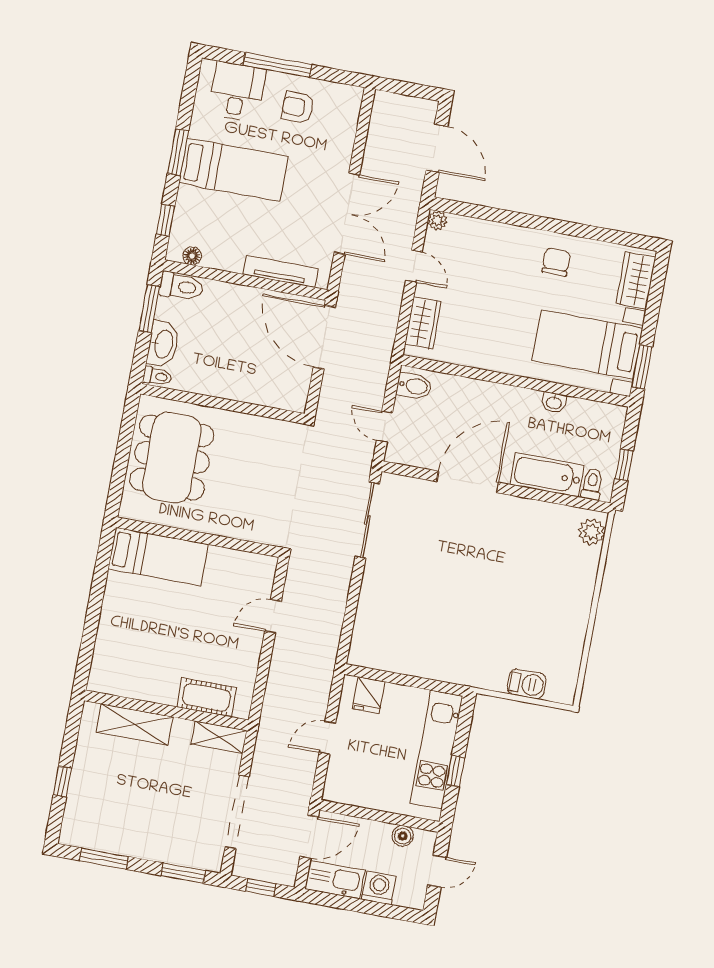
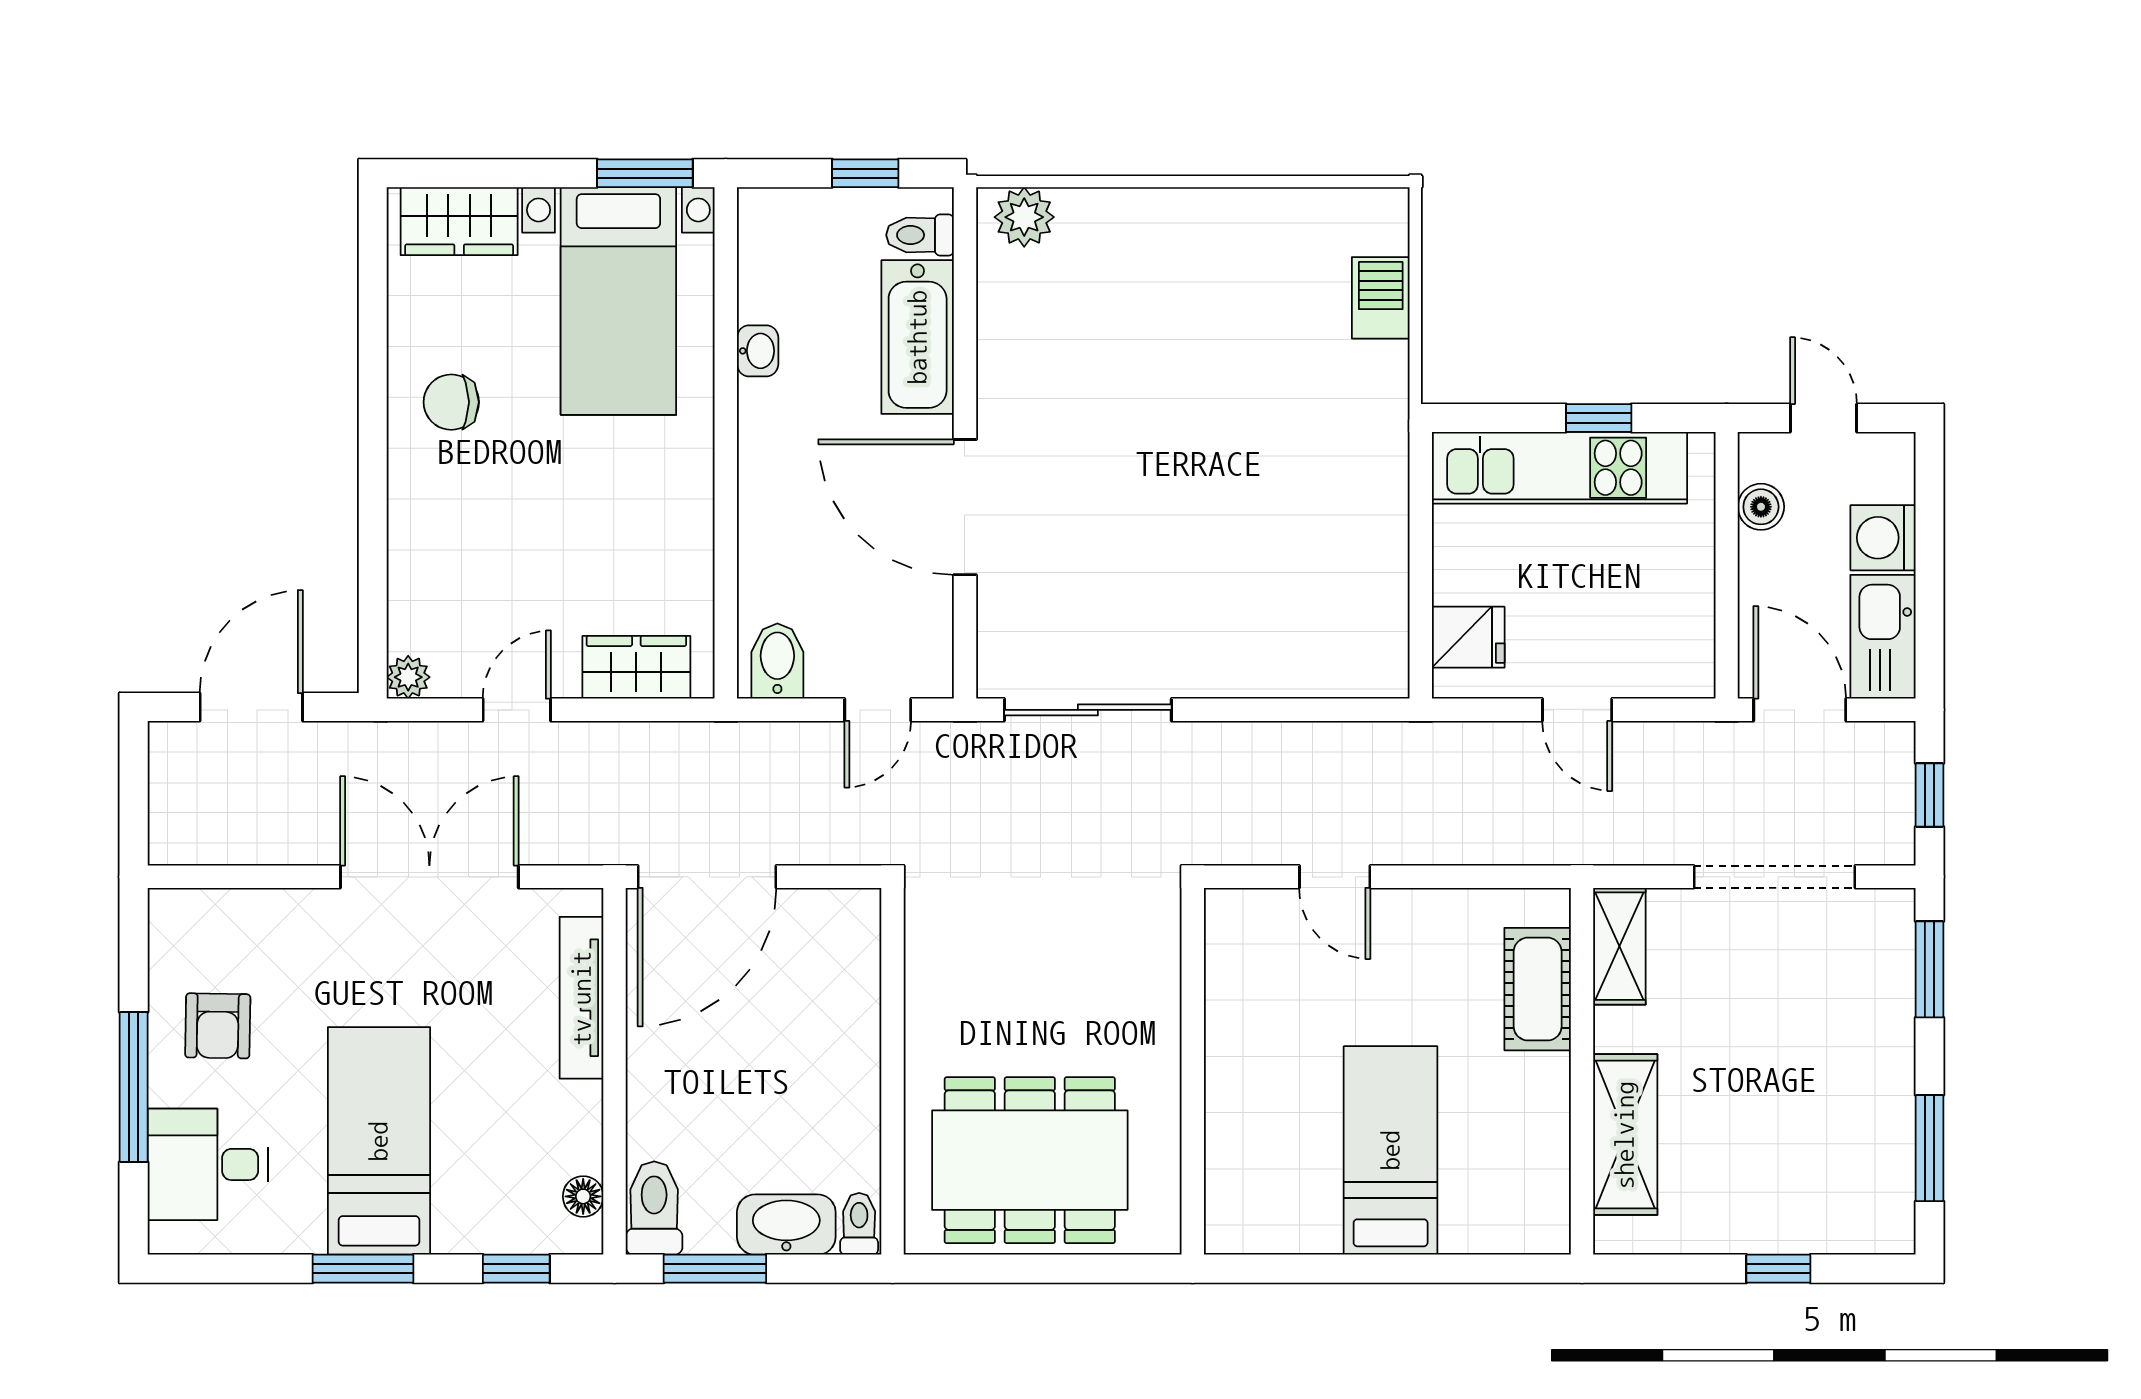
bed: (158, 557) -> (1391, 1150), moved

